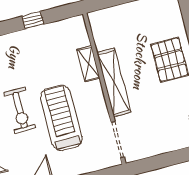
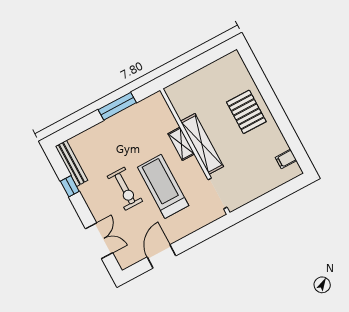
window: (33, 20) -> (117, 106), width x2.17
shelving: (88, 64) -> (181, 144), moved

